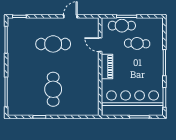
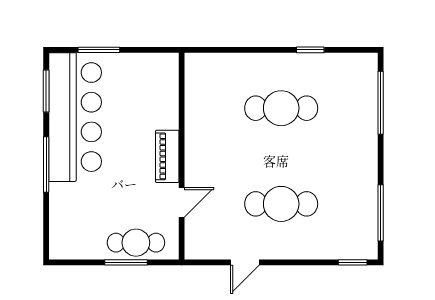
cafe table: (137, 43) -> (104, 205), removed
door: (100, 45) -> (182, 202), hinge flipped
cafe table: (53, 89) -> (281, 108), turned 90
bar counter: (133, 103) -> (75, 117), moved, turned -90

